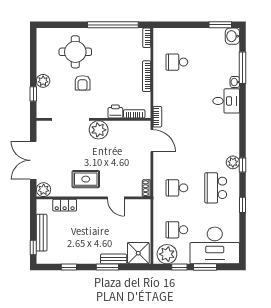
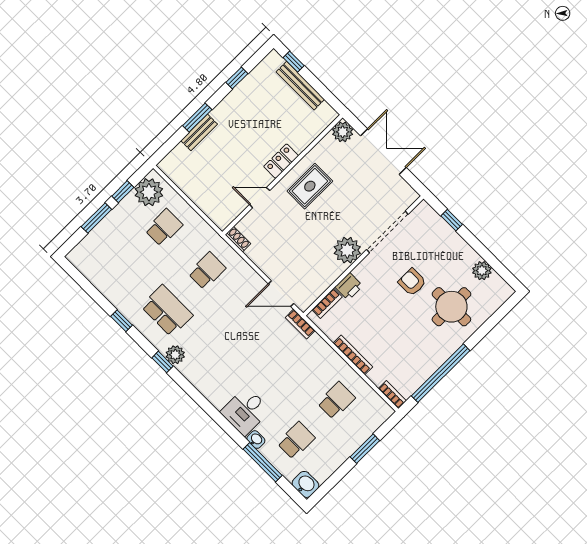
window: (220, 25) -> (365, 449), moved
school desk: (216, 62) -> (296, 440), added
plant: (43, 81) -> (482, 271), moved
locker: (65, 205) -> (281, 161), moved
desk: (215, 245) -> (109, 250), removed
shower: (138, 253) -> (180, 164), removed

